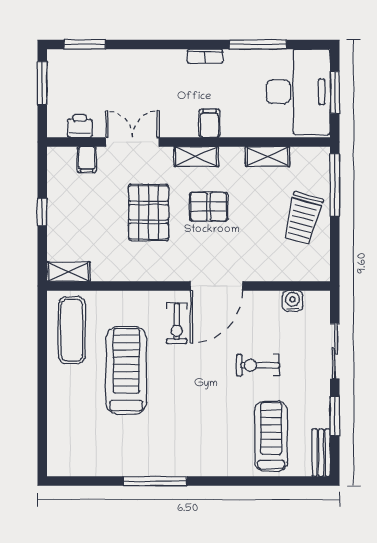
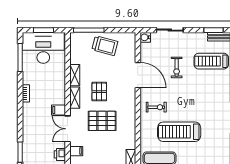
window: (258, 44) -> (20, 57), moved
filing cabinet: (210, 123) -> (59, 110), moved
shelving: (267, 157) -> (75, 75), moved
door: (216, 286) -> (138, 75), moved
water cooler: (293, 301) -> (145, 37), moved
window: (335, 416) -> (214, 30), moved

